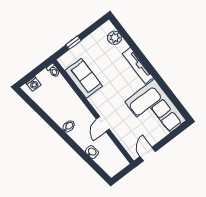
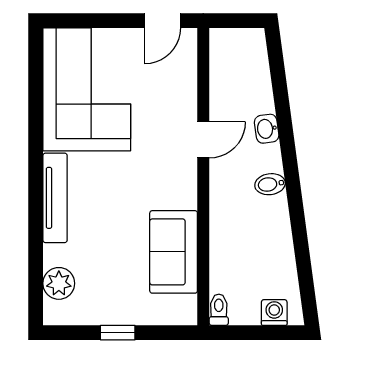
window: (73, 43) -> (118, 333), moved
washbasin: (92, 152) -> (267, 129), moved

